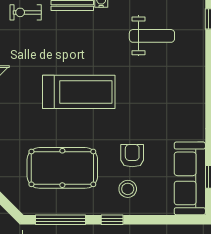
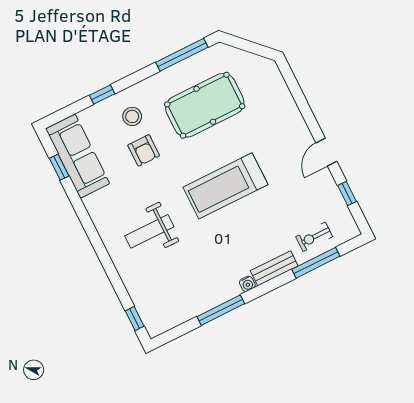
exercise bike: (26, 12) -> (314, 237), turned 180
weight bench: (152, 36) -> (149, 231), moved
window: (112, 220) -> (102, 95), moved

